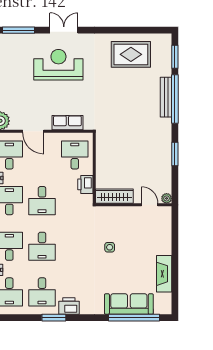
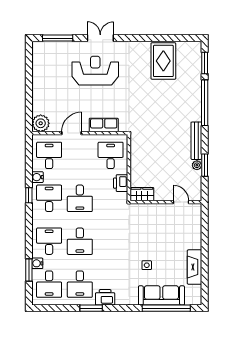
rug: (131, 54) -> (163, 61), turned 90
bench: (166, 97) -> (196, 141), moved
door: (33, 131) -> (72, 133), swing flipped
window: (175, 154) -> (205, 165), moved
wardrobe: (114, 196) -> (142, 194), width x0.67
plant: (167, 198) -> (197, 165), moved
side table: (110, 247) -> (147, 265), moved

